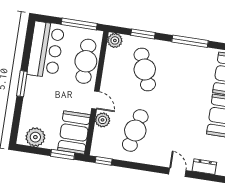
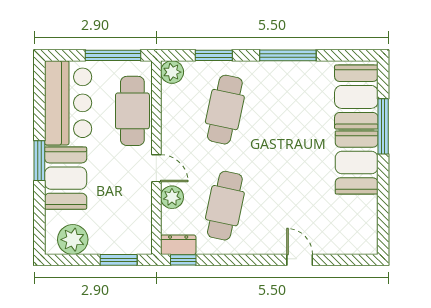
cafe table: (145, 70) -> (225, 110), turned 33
booth: (74, 133) -> (66, 178), moved
dresser: (204, 167) -> (178, 245), moved

